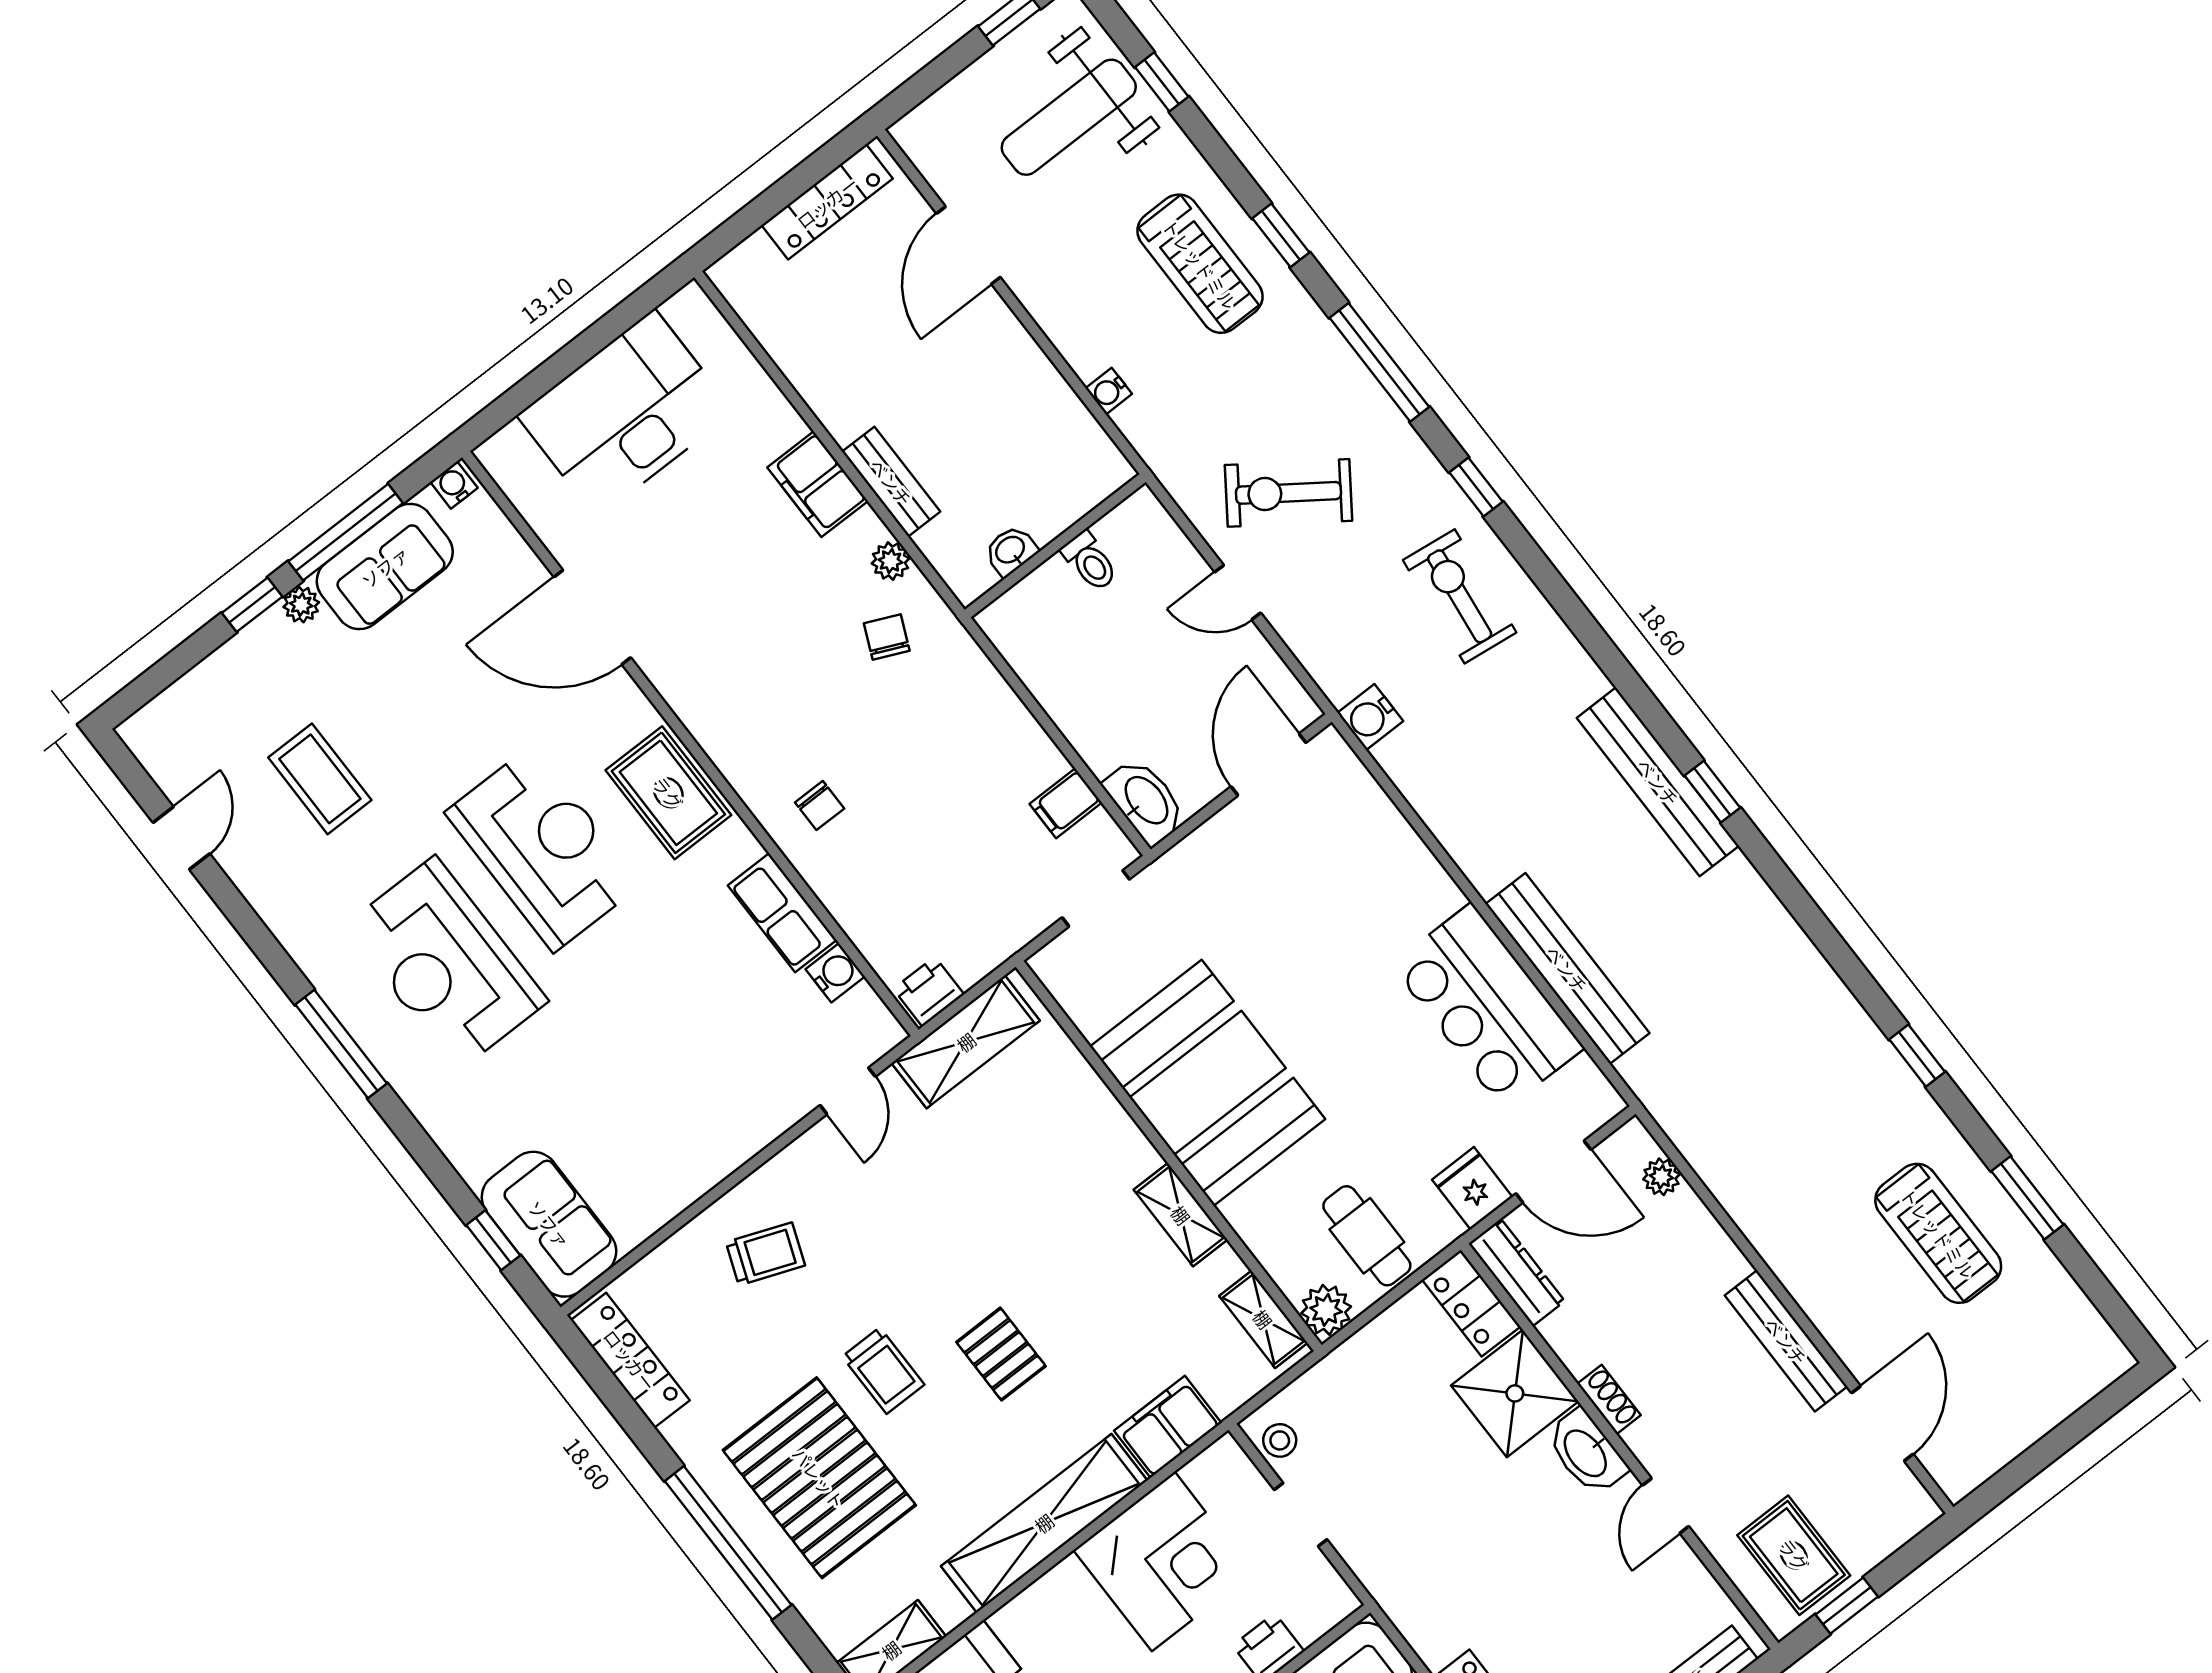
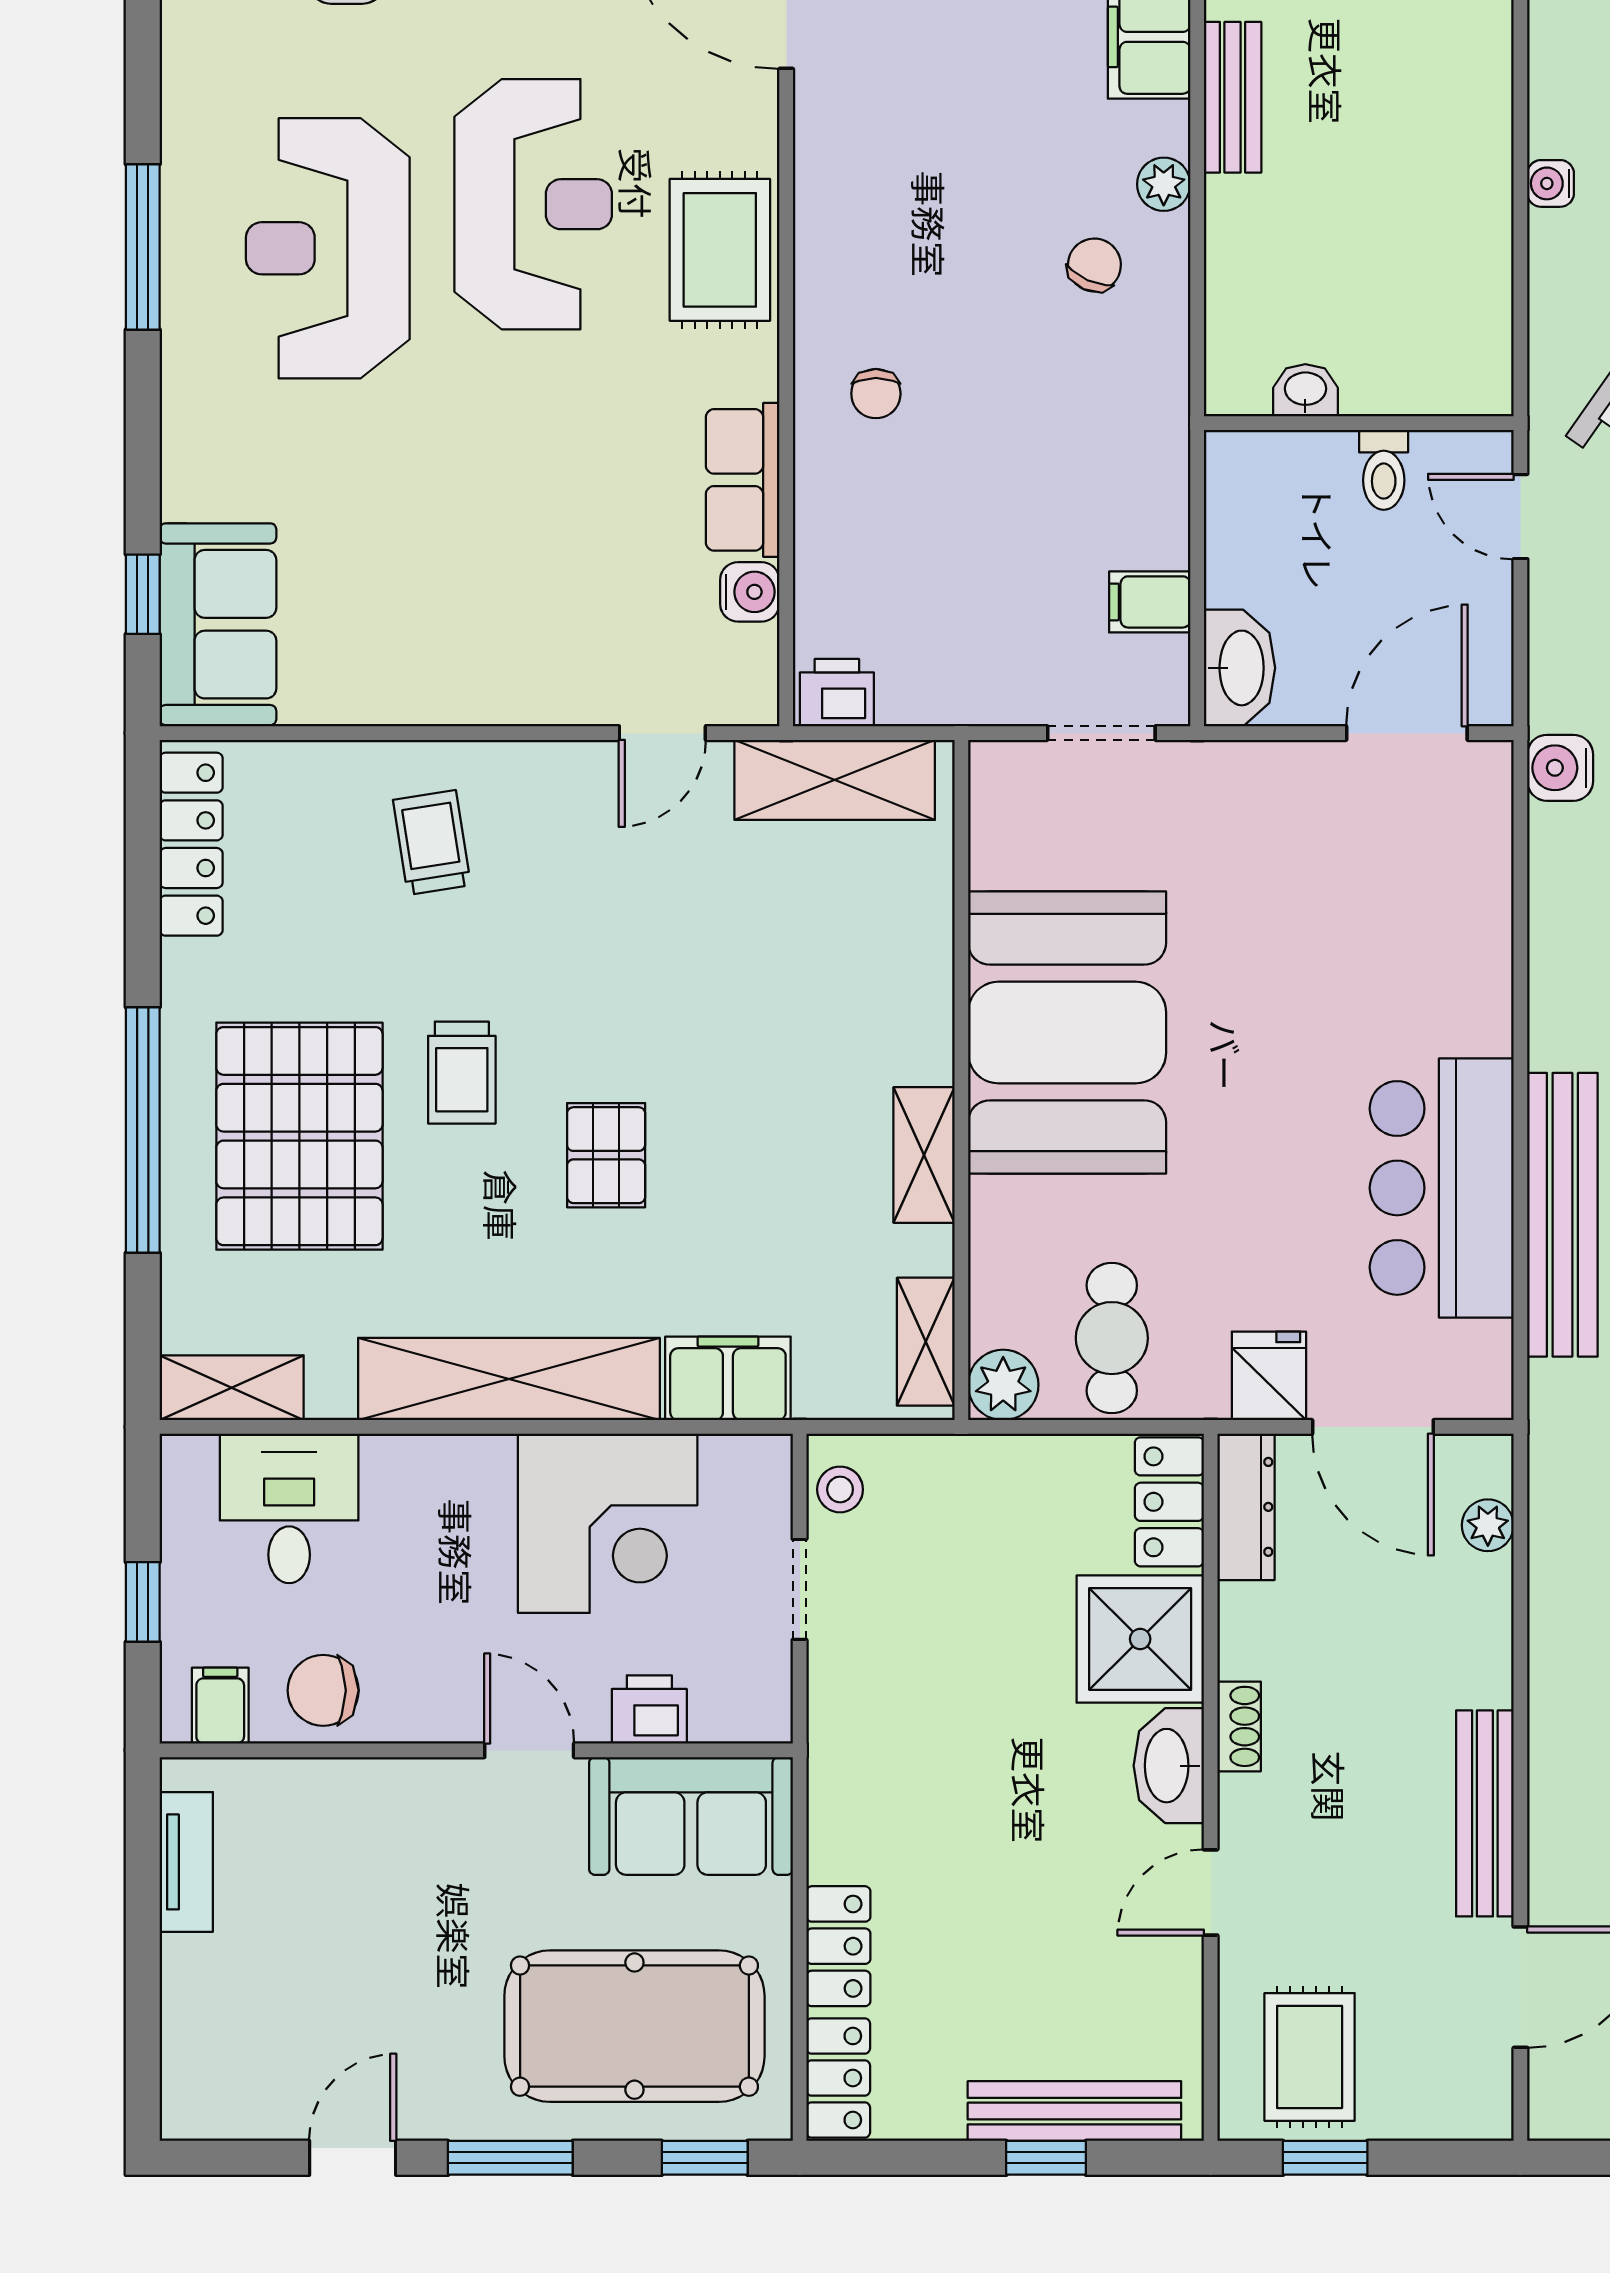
wall: (1055, 546) -> (1359, 423), moved
washbasin: (1011, 551) -> (1305, 390), moved
toilet: (1090, 561) -> (1384, 470), moved
trolley: (765, 1254) -> (432, 843), turned -120

